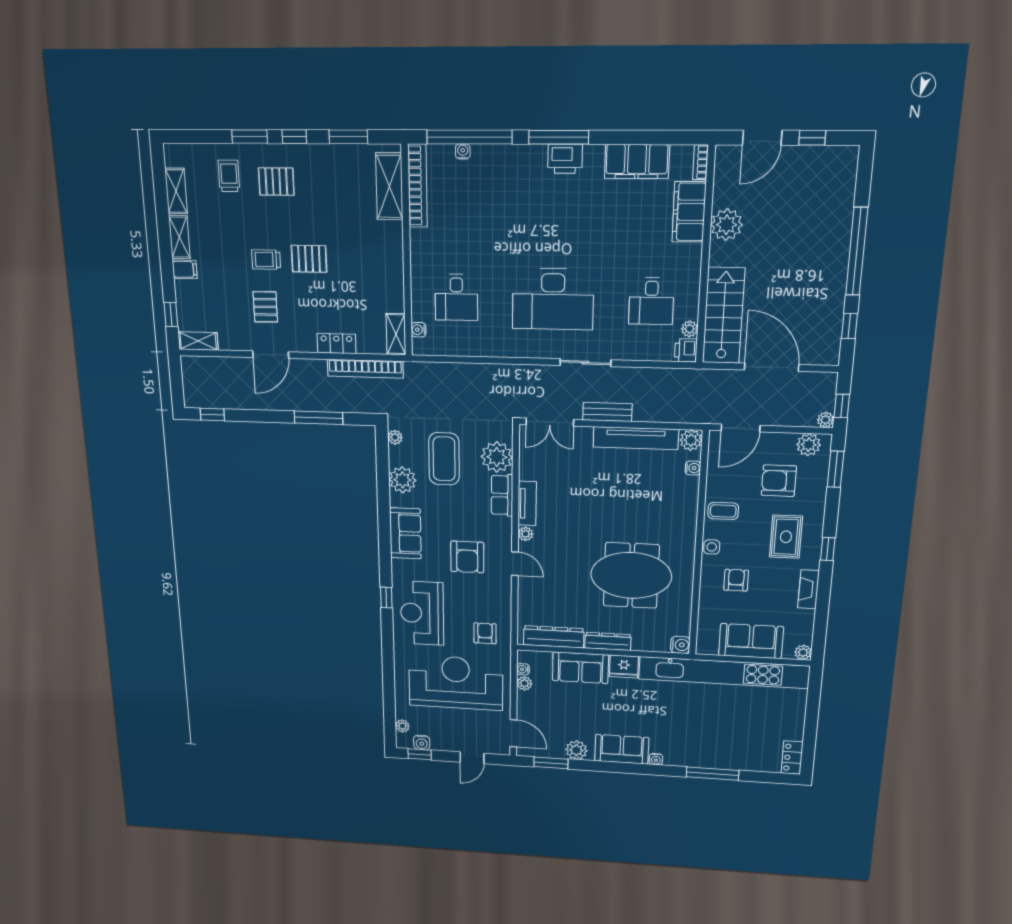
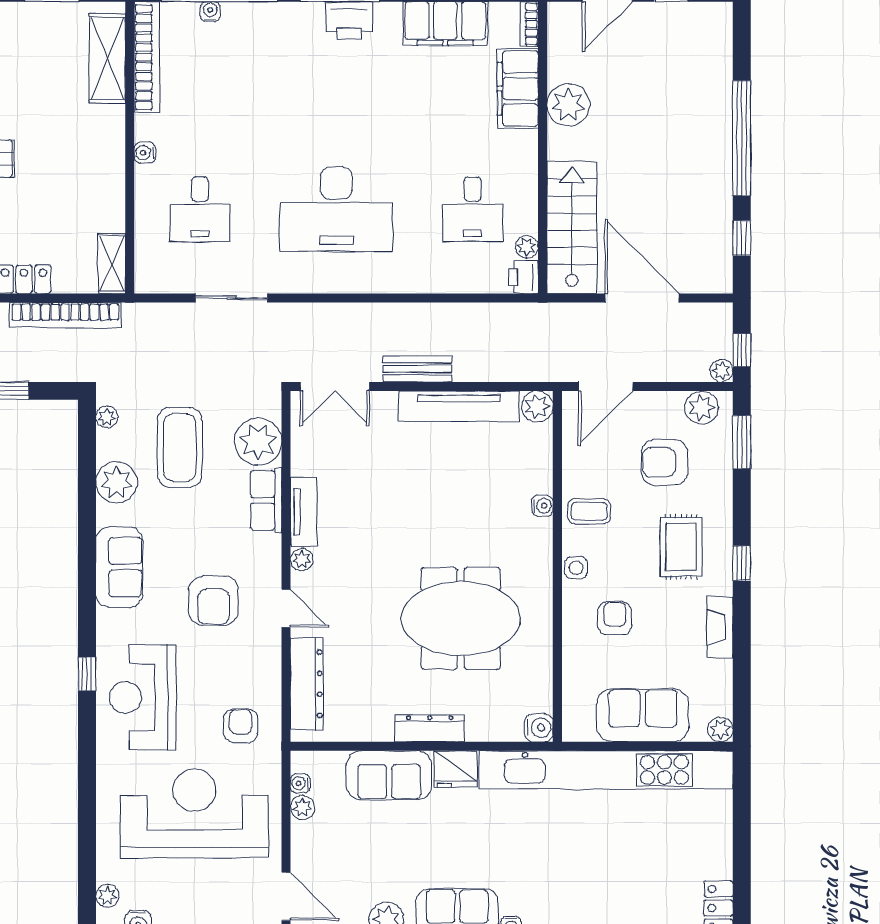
water cooler: (418, 330) -> (145, 153), moved
sliding door: (585, 363) -> (231, 298), moved
water cooler: (693, 468) -> (542, 506), moved
dresser: (554, 637) -> (307, 684), moved, turned 90

